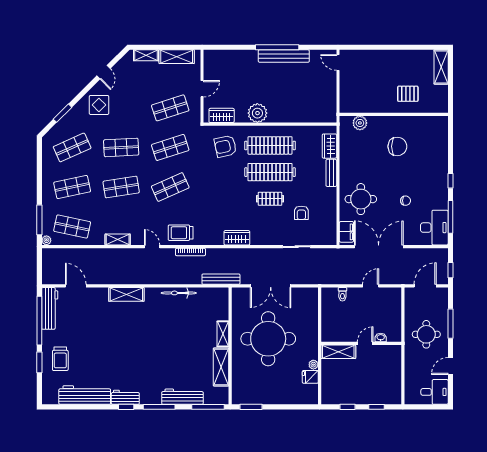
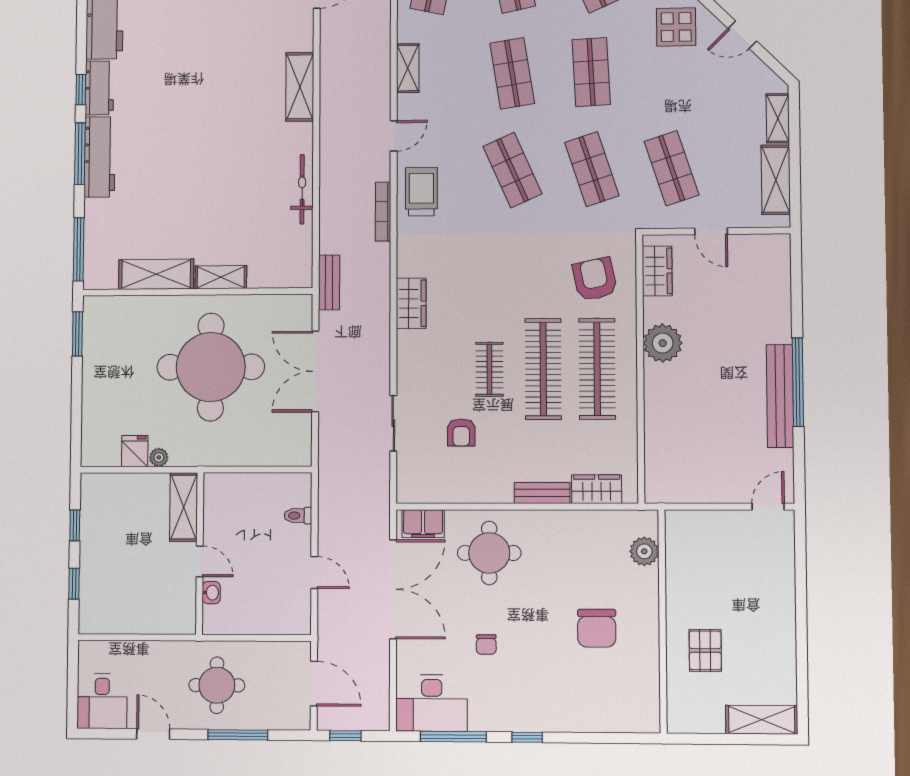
armchair: (301, 213) -> (461, 432), turned -90
bench: (221, 279) -> (329, 282), width x0.73
workbench: (182, 397) -> (100, 157), moved

